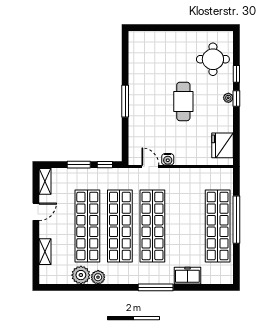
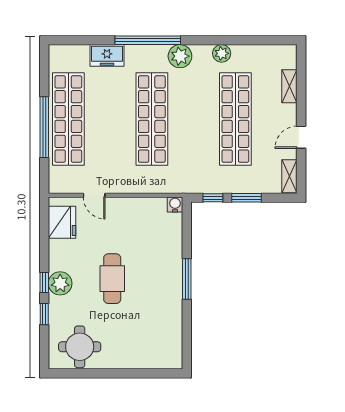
round table: (213, 59) -> (80, 347), moved
plant: (228, 98) -> (60, 283), width x1.87, depth x1.87
water cooler: (168, 159) -> (175, 205), moved
door: (150, 167) -> (94, 195), moved
shop shelf: (120, 226) -> (194, 119), removed
plant: (81, 275) -> (180, 56), moved
window: (156, 287) -> (148, 40), width x1.46

